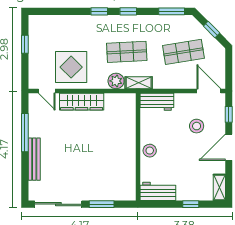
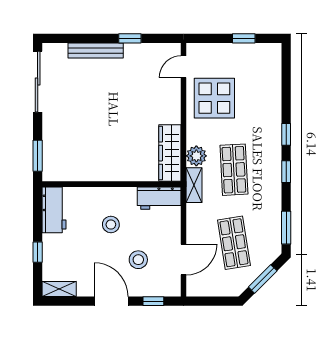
window: (212, 30) -> (263, 279), width x1.50
door: (209, 91) -> (184, 259), moved
wardrobe: (82, 102) -> (170, 153), moved
workbench: (157, 102) -> (159, 198), moved, turned -90
window: (25, 133) -> (130, 38), width x0.46
stool: (150, 151) -> (111, 225), moved
window: (102, 204) -> (38, 156), moved

